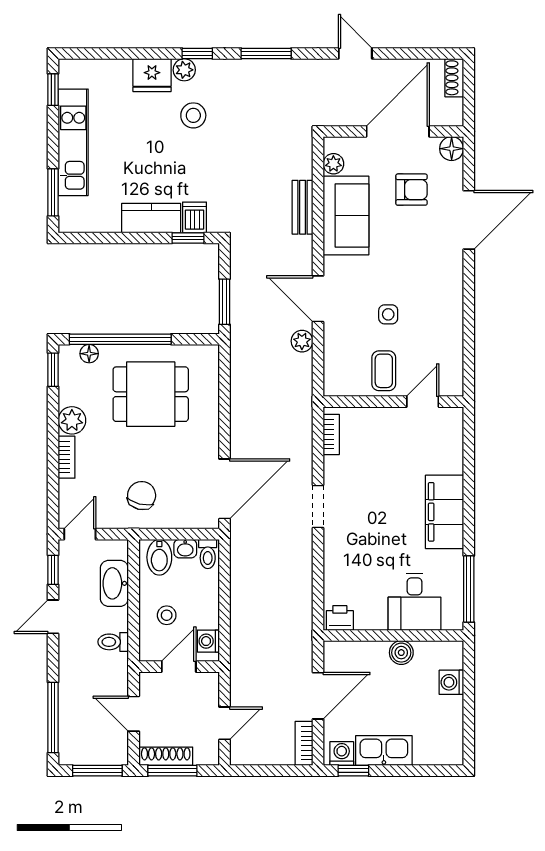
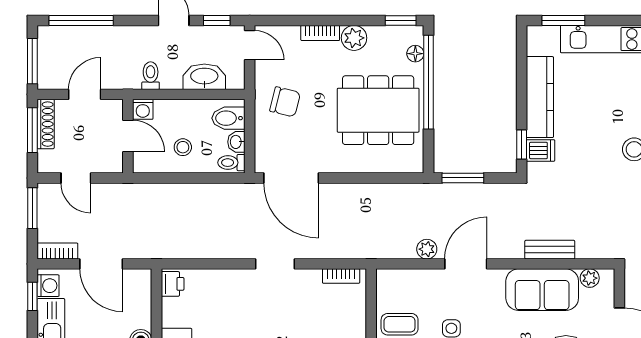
kitchen counter: (151, 218) -> (540, 97), width x1.50
dining table: (151, 394) -> (378, 110), width x1.37
stool: (167, 615) -> (183, 147), moved
washing machine: (208, 641) -> (143, 109), moved, turned 180
window: (257, 771) -> (32, 208), added

